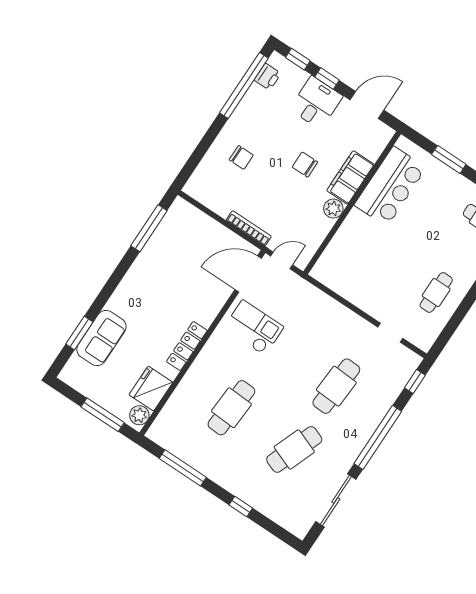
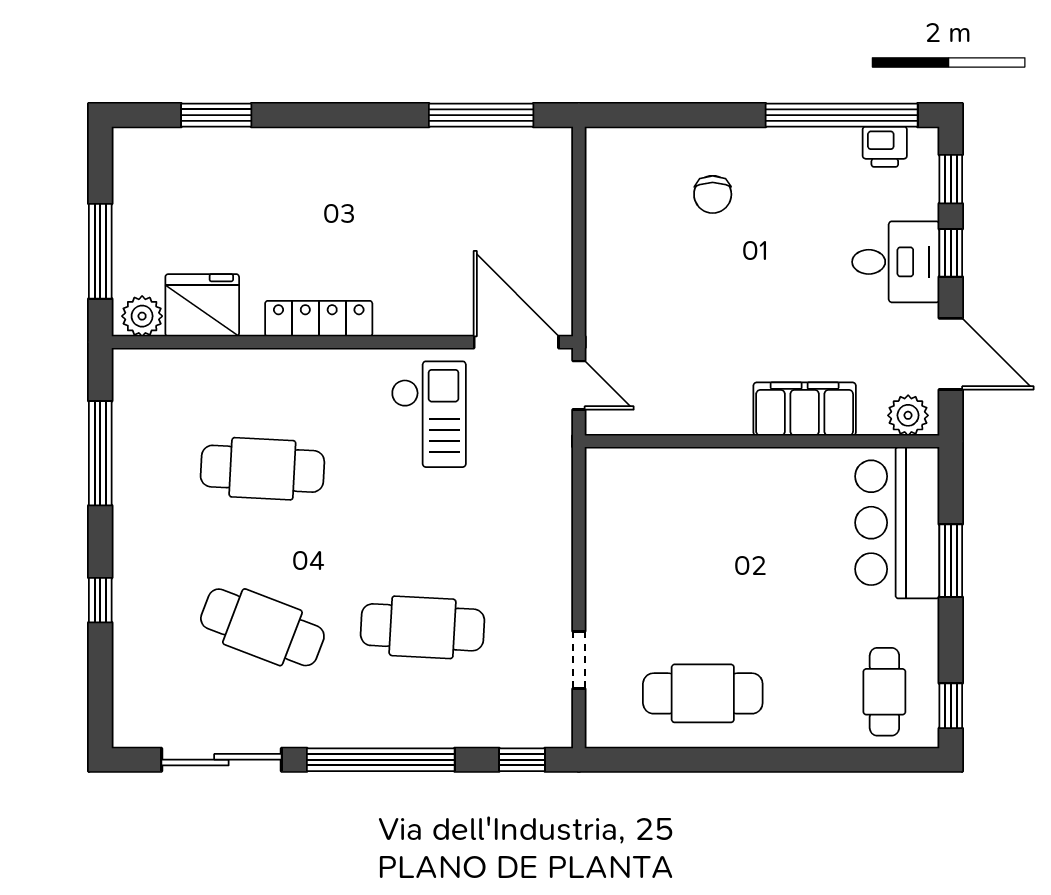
chair: (305, 165) -> (774, 314), removed
bar counter: (390, 186) -> (897, 523), moved, turned 90
plant: (333, 209) -> (908, 415), moved
bookcase: (249, 228) -> (597, 290), removed
cafe table: (436, 293) -> (703, 693), width x1.37, depth x1.35
sofa: (101, 338) -> (233, 160), removed

